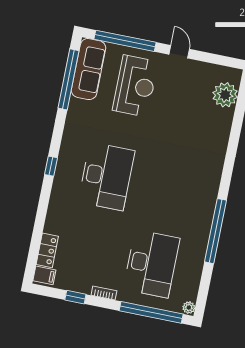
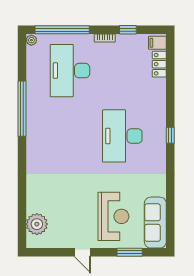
window: (125, 41) -> (130, 252), width x0.47
window: (69, 79) -> (170, 211), removed
reception desk: (135, 86) -> (113, 216), turned 180

